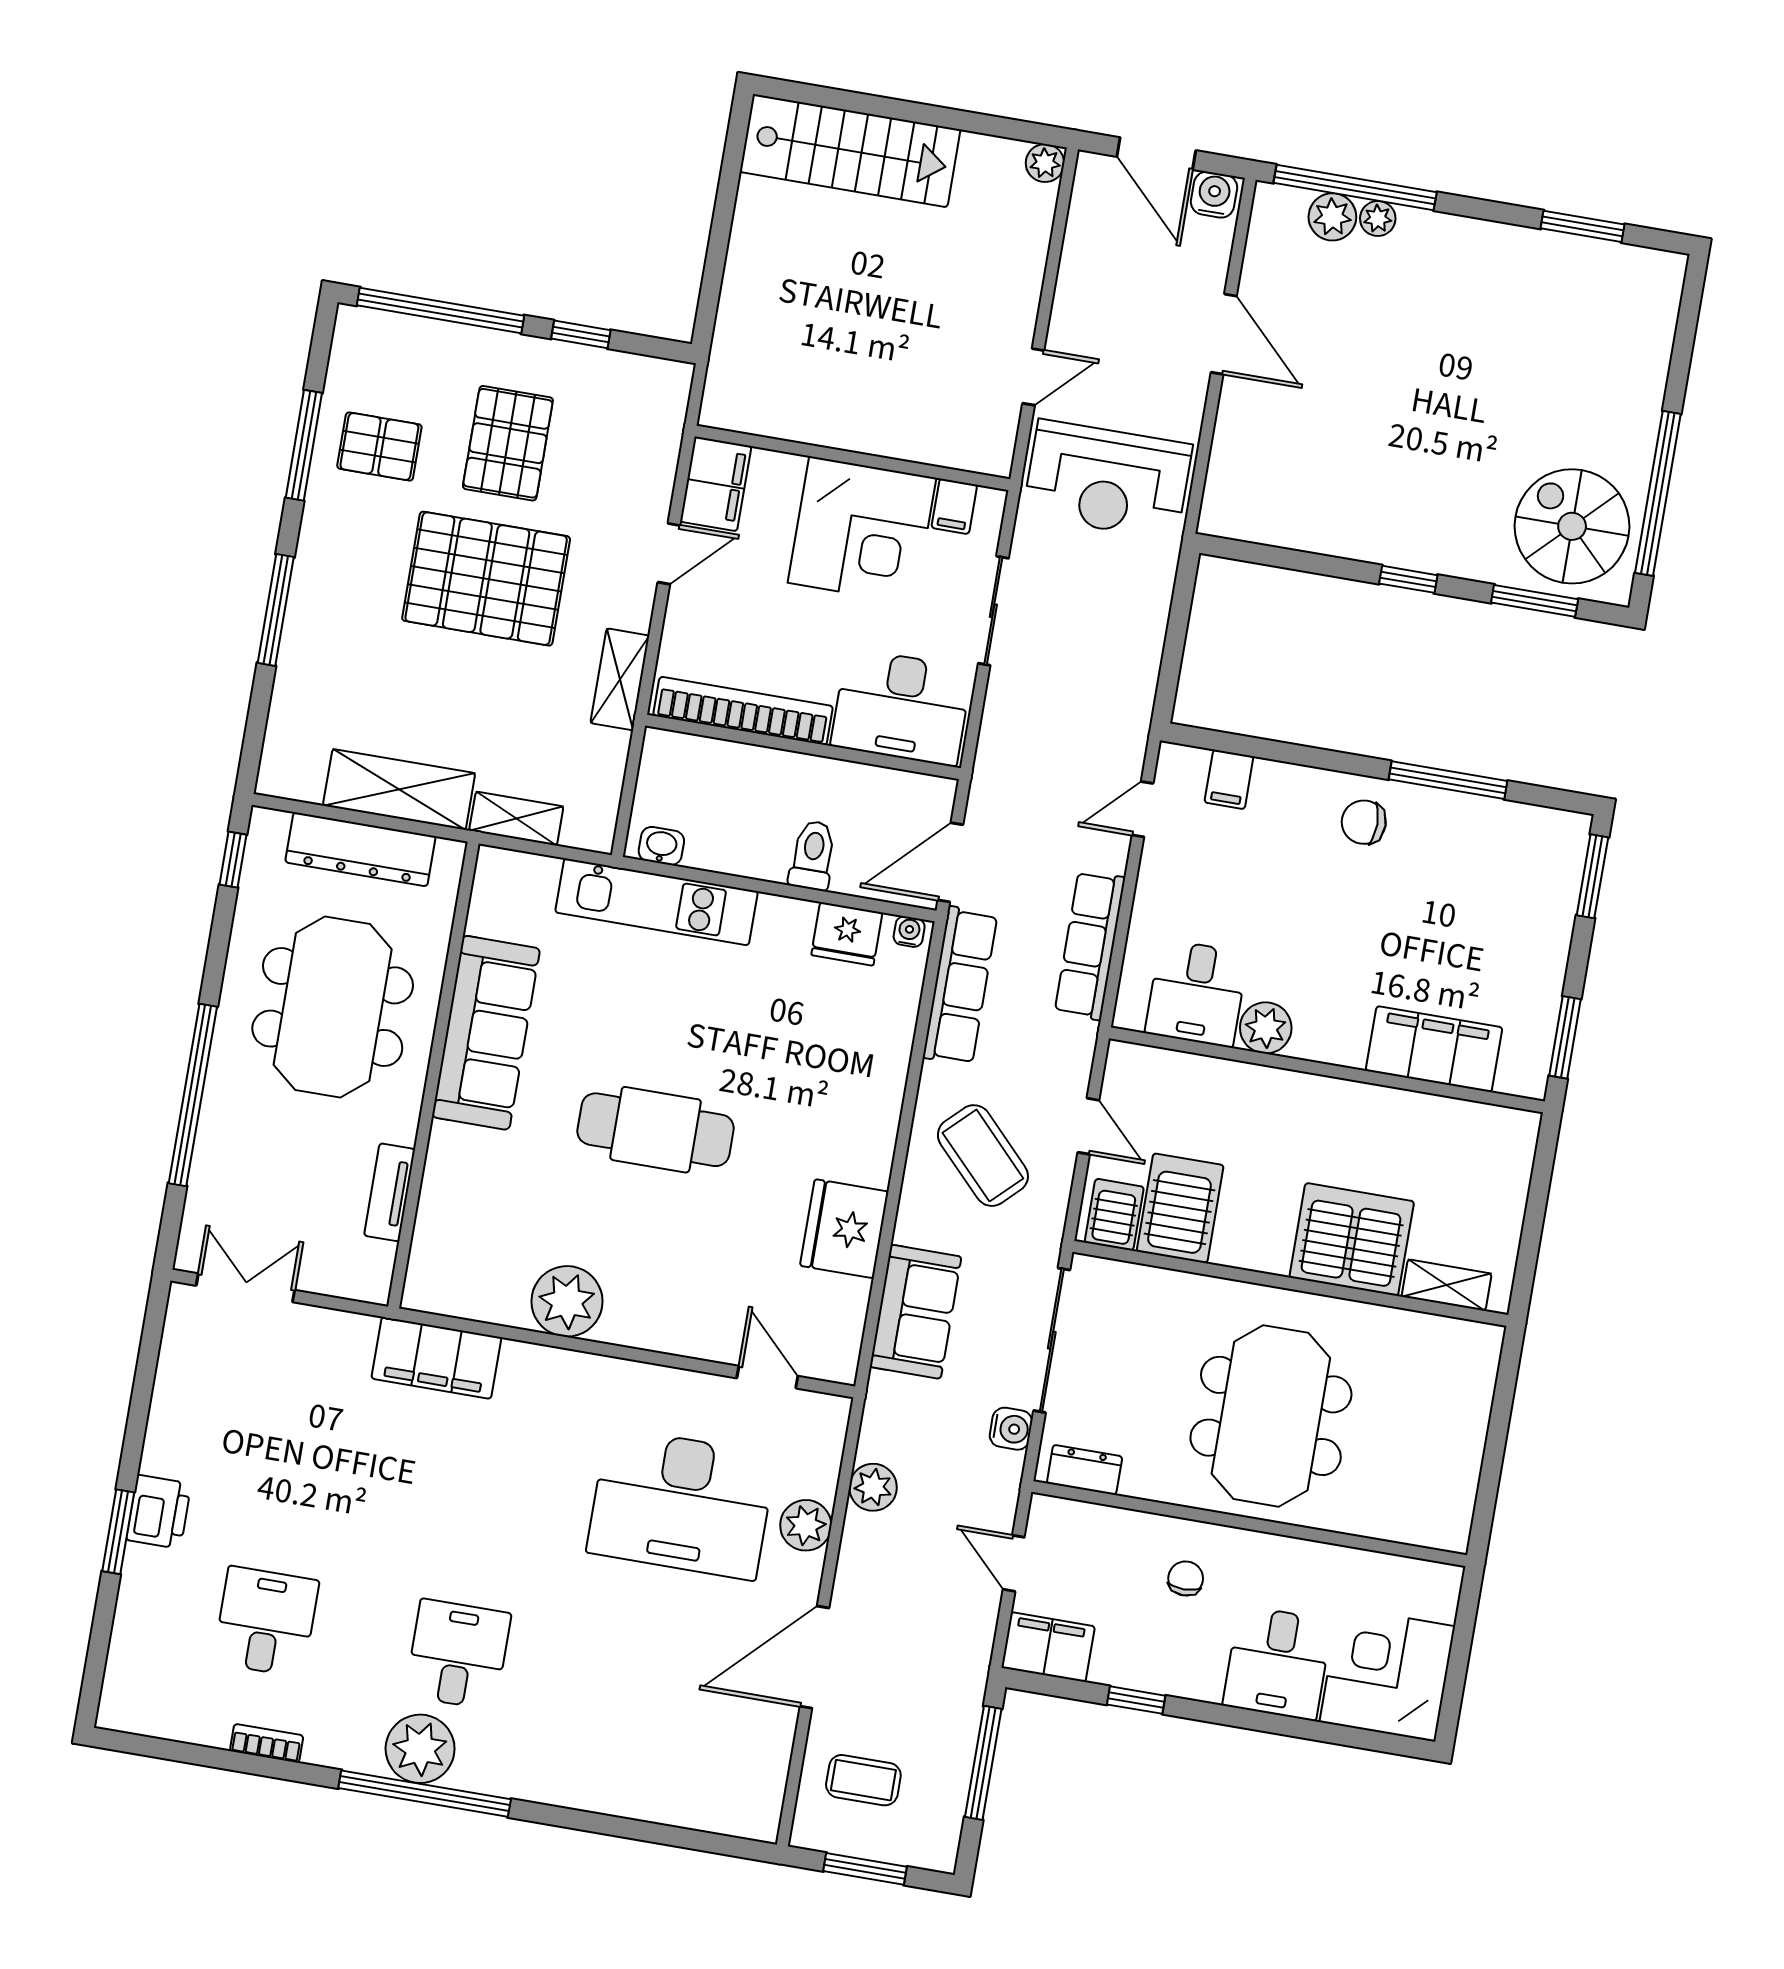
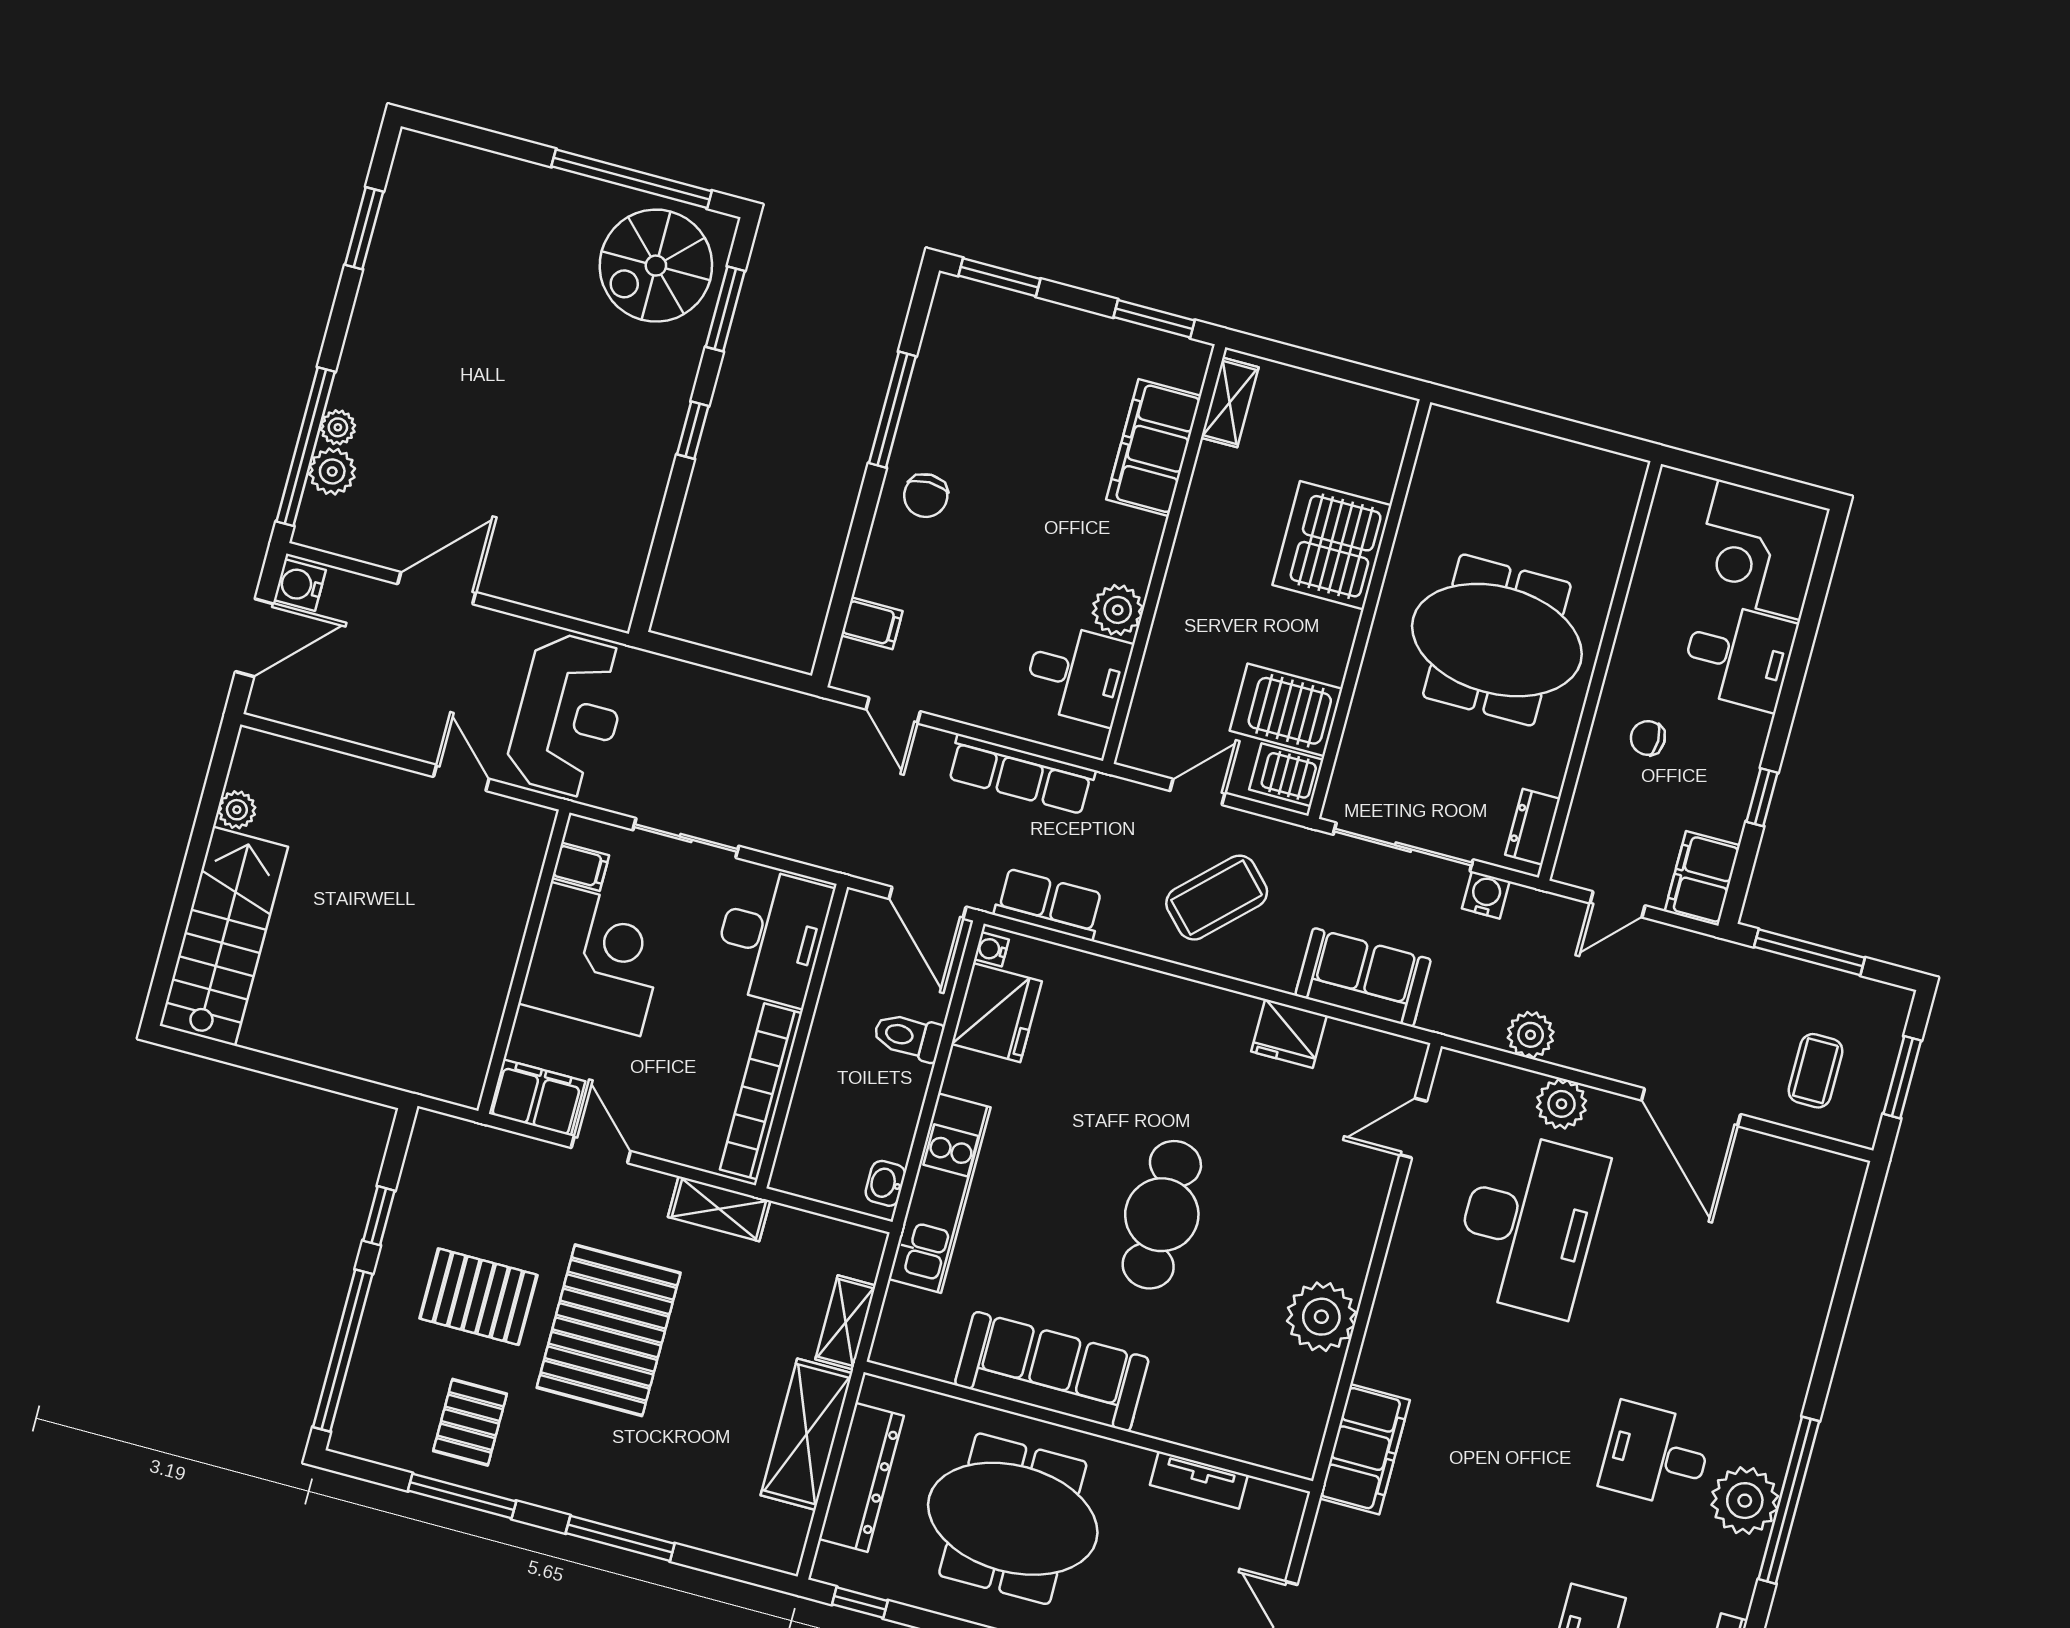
plant: (1045, 163) -> (237, 810), moved
fridge: (847, 934) -> (997, 1013), width x1.36, depth x1.34
row of seats: (960, 986) -> (1049, 904), width x0.68
fridge: (844, 1229) -> (1289, 1033), width x0.73, depth x0.75
shelving: (1447, 1285) -> (1230, 402), moved

